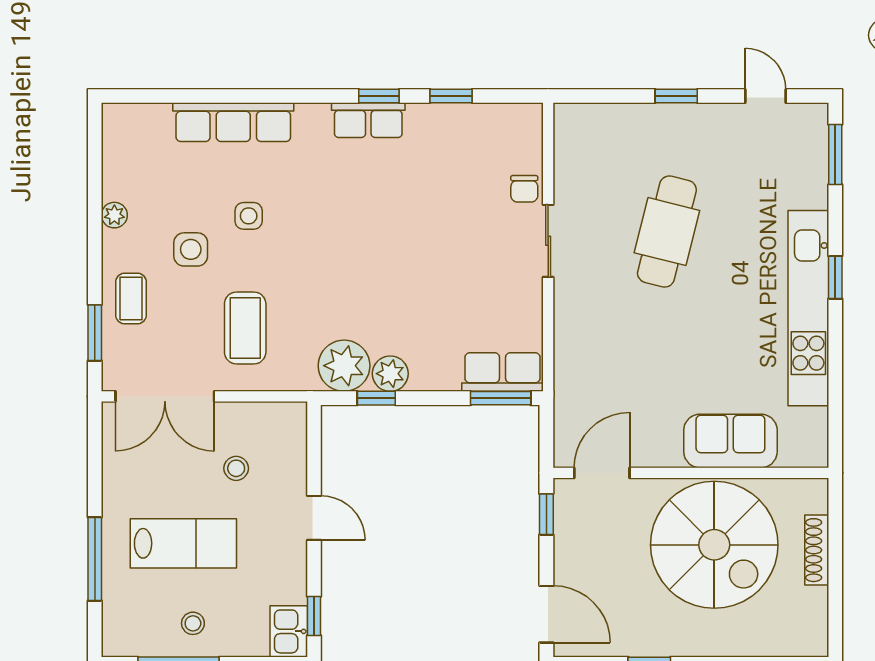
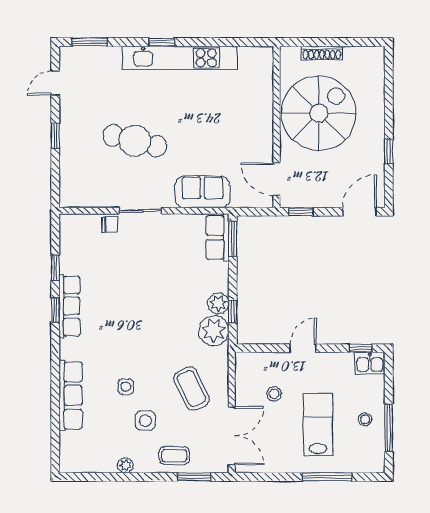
row of seats: (368, 120) -> (69, 306), width x1.48
coffee table: (245, 328) -> (192, 389), turned 64
sofa: (730, 441) -> (203, 192), moved, turned 90

